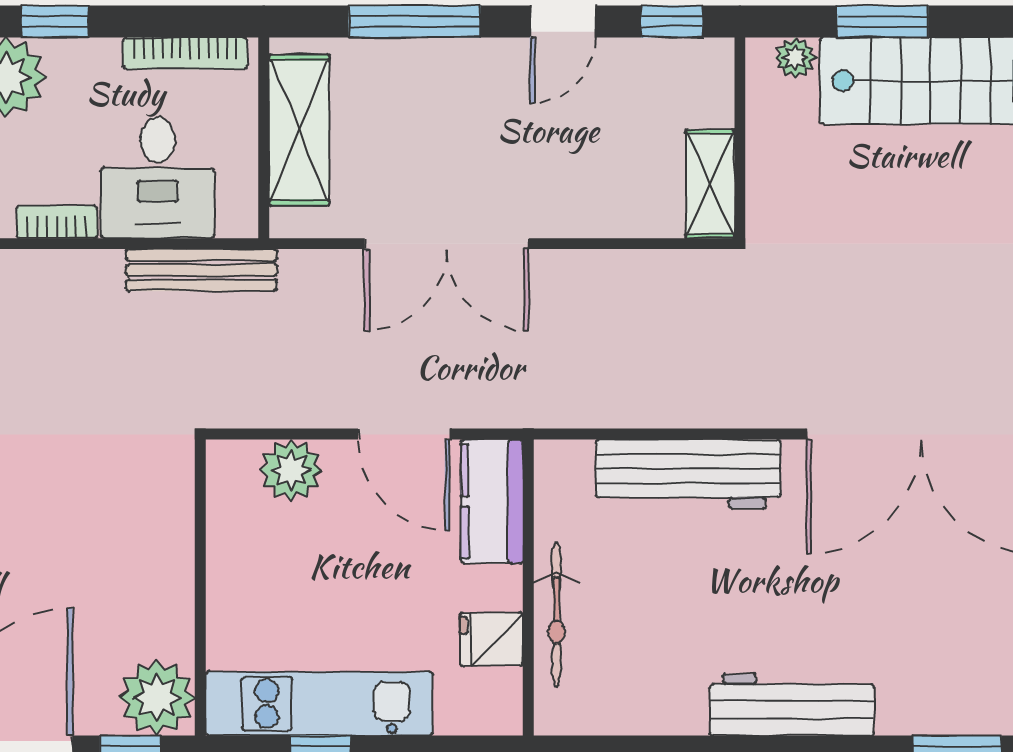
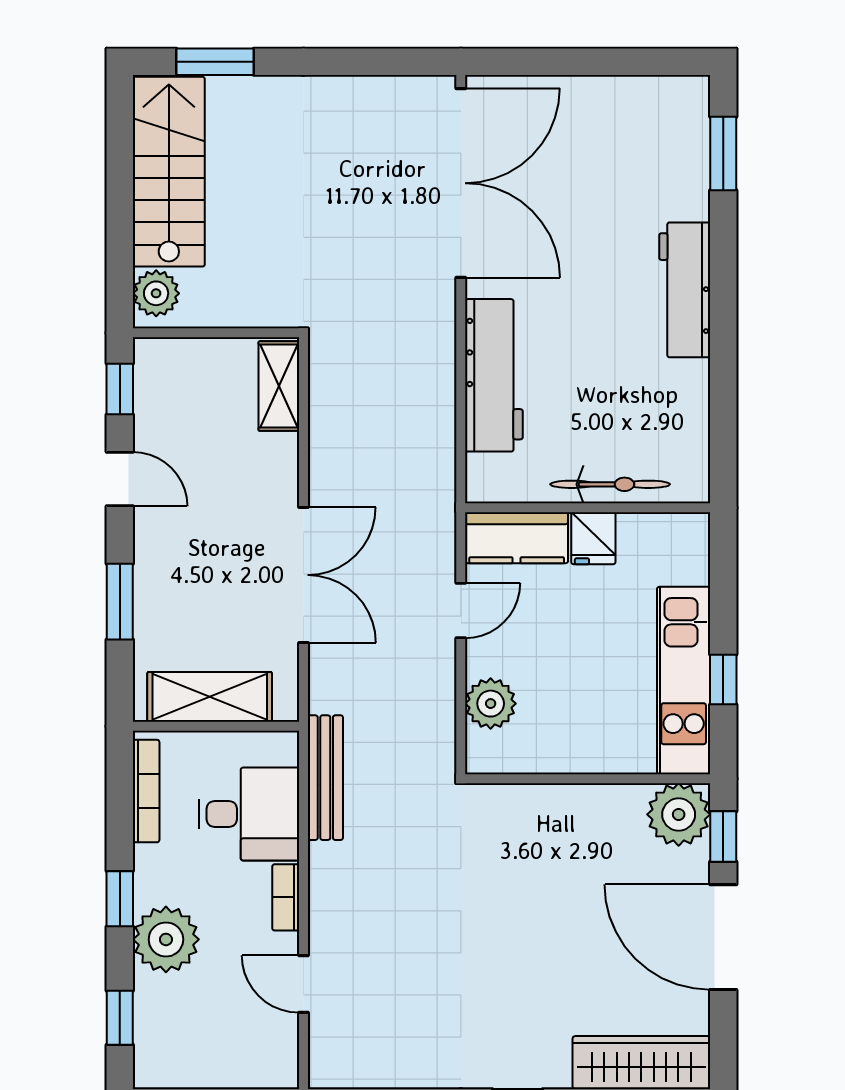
window: (414, 21) -> (120, 602), width x0.69
window: (882, 21) -> (120, 215), removed
plant: (795, 58) -> (156, 293), width x1.38, depth x1.38
shelving: (710, 184) -> (279, 386), moved, turned 90
door: (404, 434) -> (461, 611), width x0.73
fridge: (491, 639) -> (593, 538), moved

